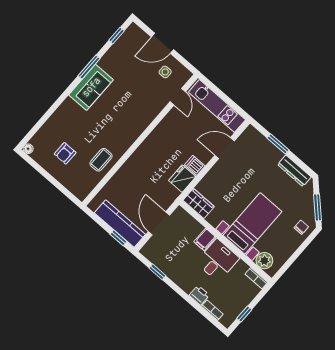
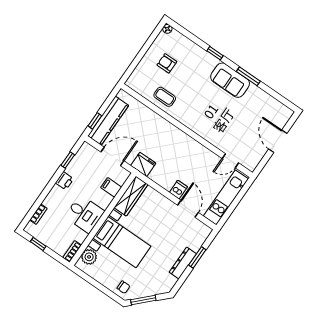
window: (117, 36) -> (215, 53), moved
side table: (165, 72) -> (252, 147), removed
dishwasher: (195, 165) -> (178, 190), moved
dresser: (294, 171) -> (183, 263), moved
fridge: (182, 179) -> (143, 164), moved
wardrobe: (199, 203) -> (131, 196), width x1.50
filing cabinet: (205, 239) -> (111, 187), moved
printer: (199, 295) -> (64, 181), moved

